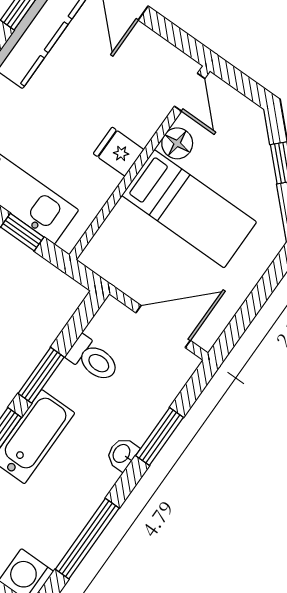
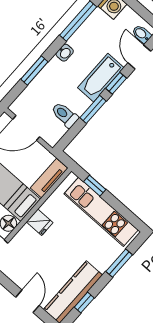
tv unit: (110, 237) -> (49, 178), added
washbasin: (122, 454) -> (65, 53), moved

